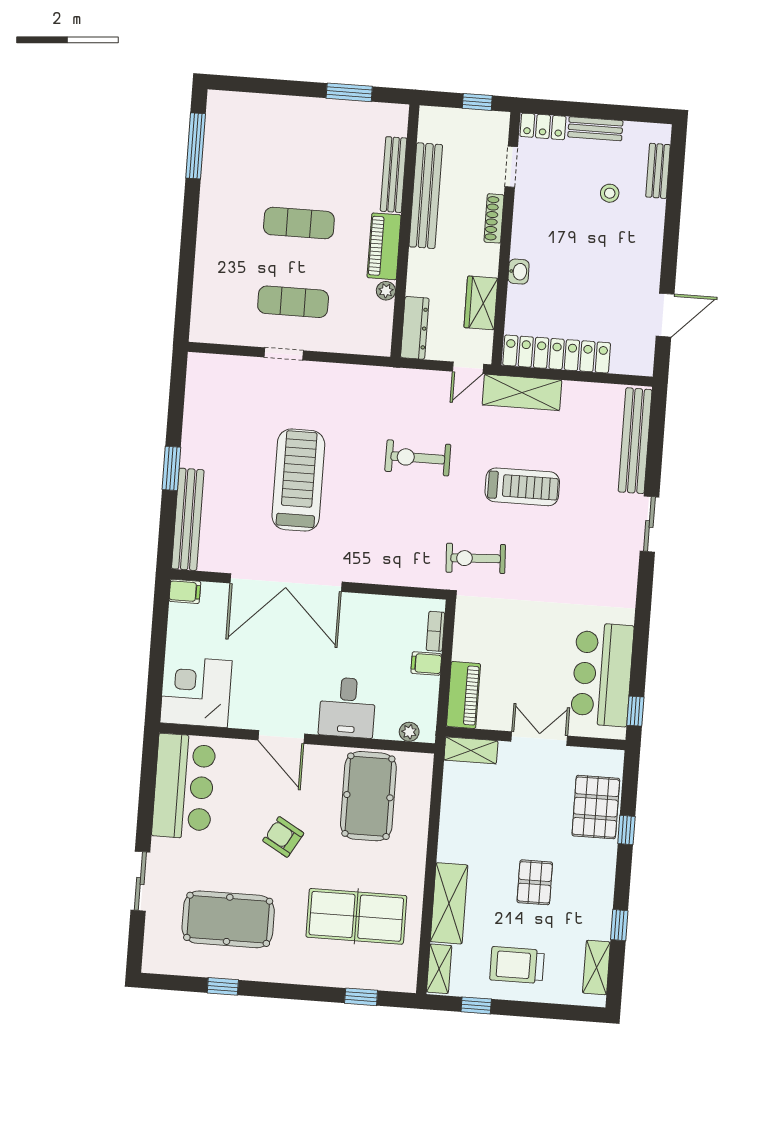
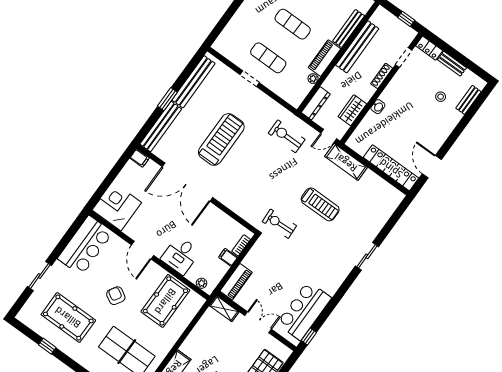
door: (665, 315) -> (432, 167), swing flipped
locker: (557, 354) -> (391, 168), moved
bench: (635, 441) -> (193, 82), moved
exercise bike: (418, 458) -> (287, 136), moved

